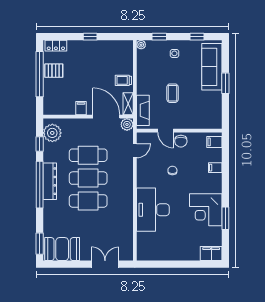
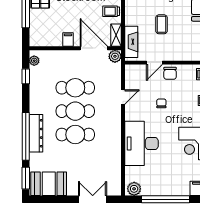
door: (166, 131) -> (154, 63), hinge flipped
plant: (52, 133) -> (34, 61), width x0.53, depth x0.53
door: (135, 151) -> (123, 97), moved
dresser: (50, 181) -> (36, 133), moved
window: (40, 185) -> (26, 136), moved
plant: (146, 254) -> (134, 189), added
window: (176, 264) -> (165, 199), added

